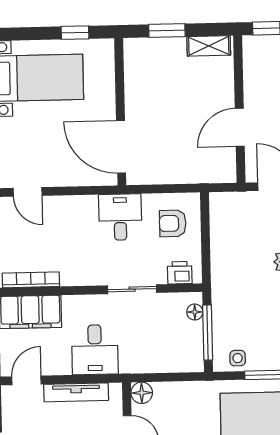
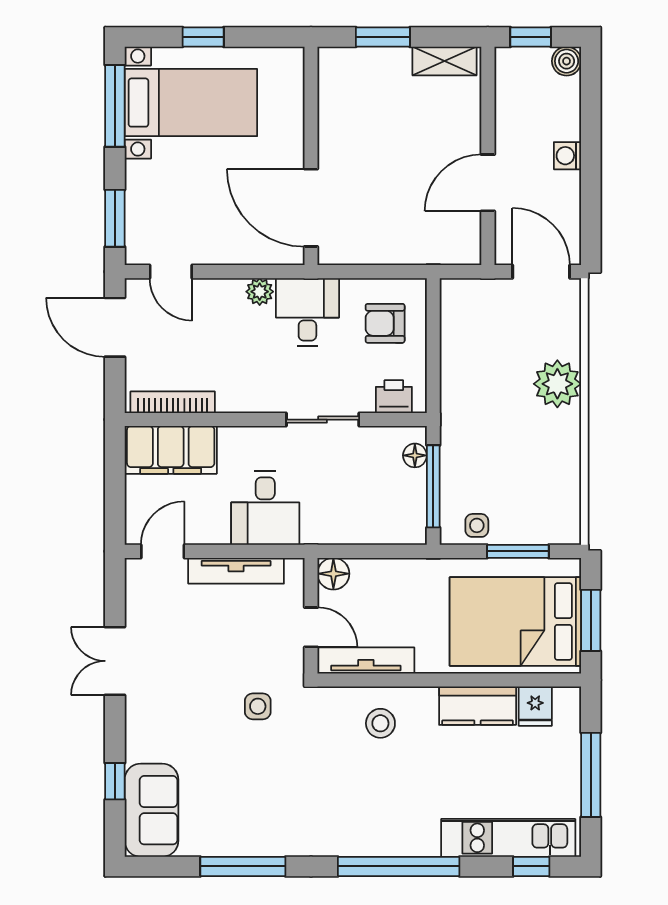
window: (75, 33) -> (203, 37), moved
plant: (88, 204) -> (260, 292), added

